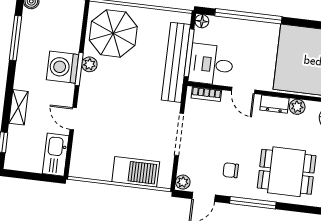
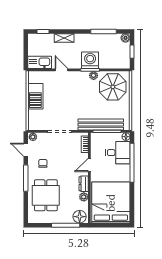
desk: (211, 65) -> (118, 153), moved, turned 90
door: (73, 119) -> (61, 70), hinge flipped
barbecue: (136, 172) -> (35, 96), moved

